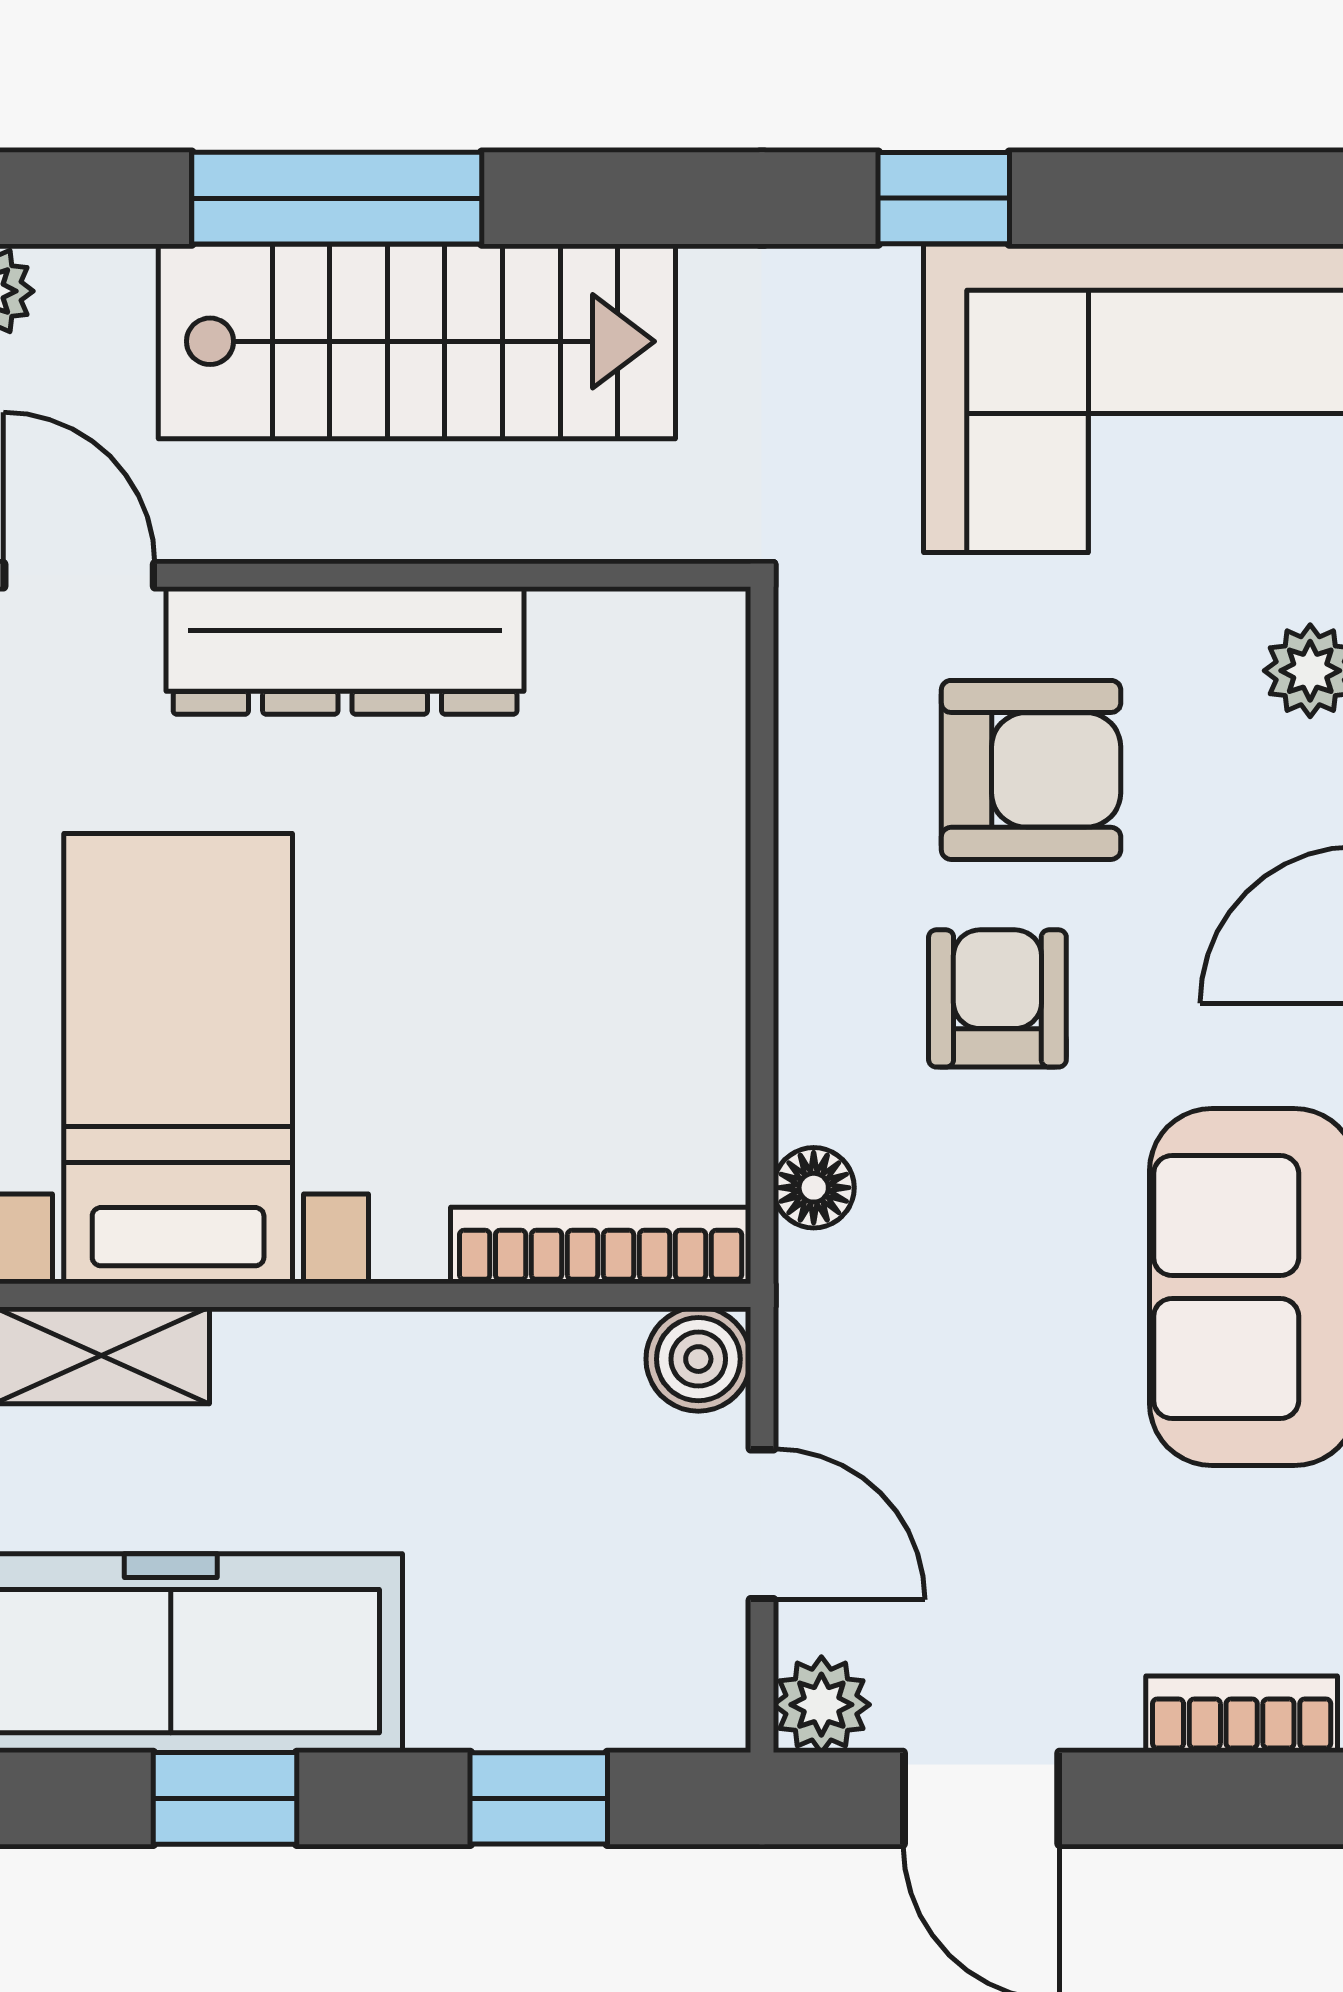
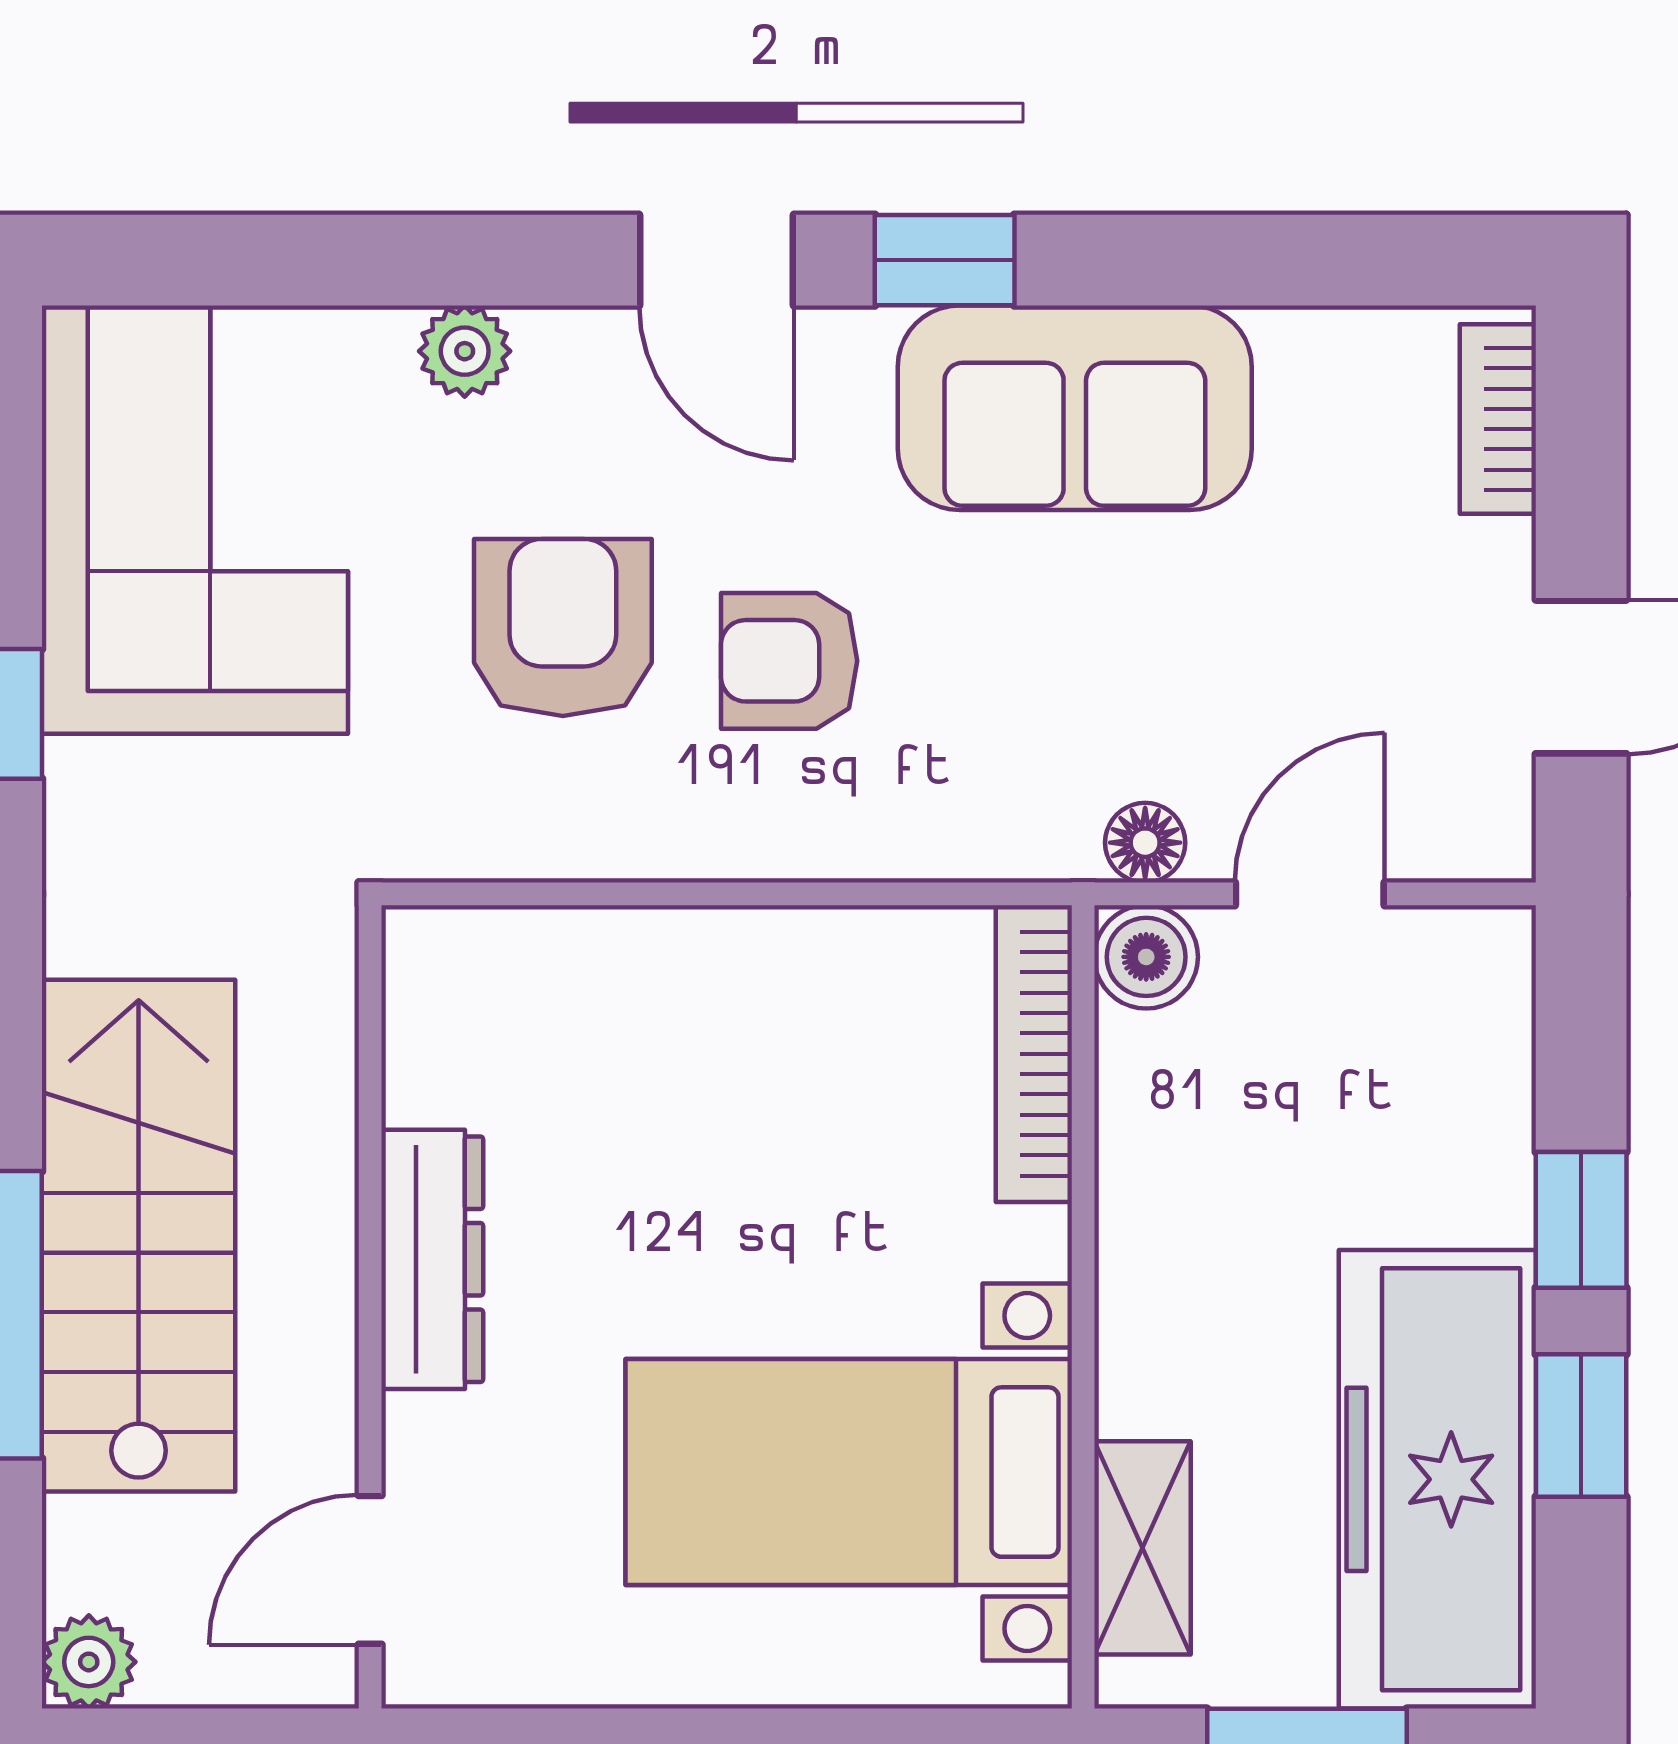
dresser: (345, 651) -> (432, 1259), width x0.73, depth x0.80
floor lamp: (814, 1188) -> (1145, 843), moved
plant: (821, 1705) -> (1488, 835), removed
window: (539, 1798) -> (1581, 1220), moved

